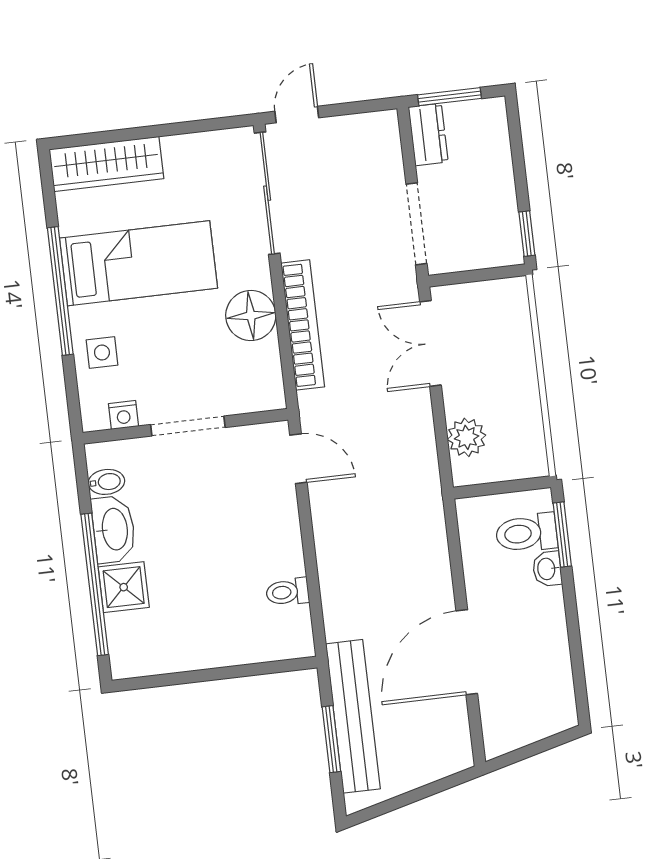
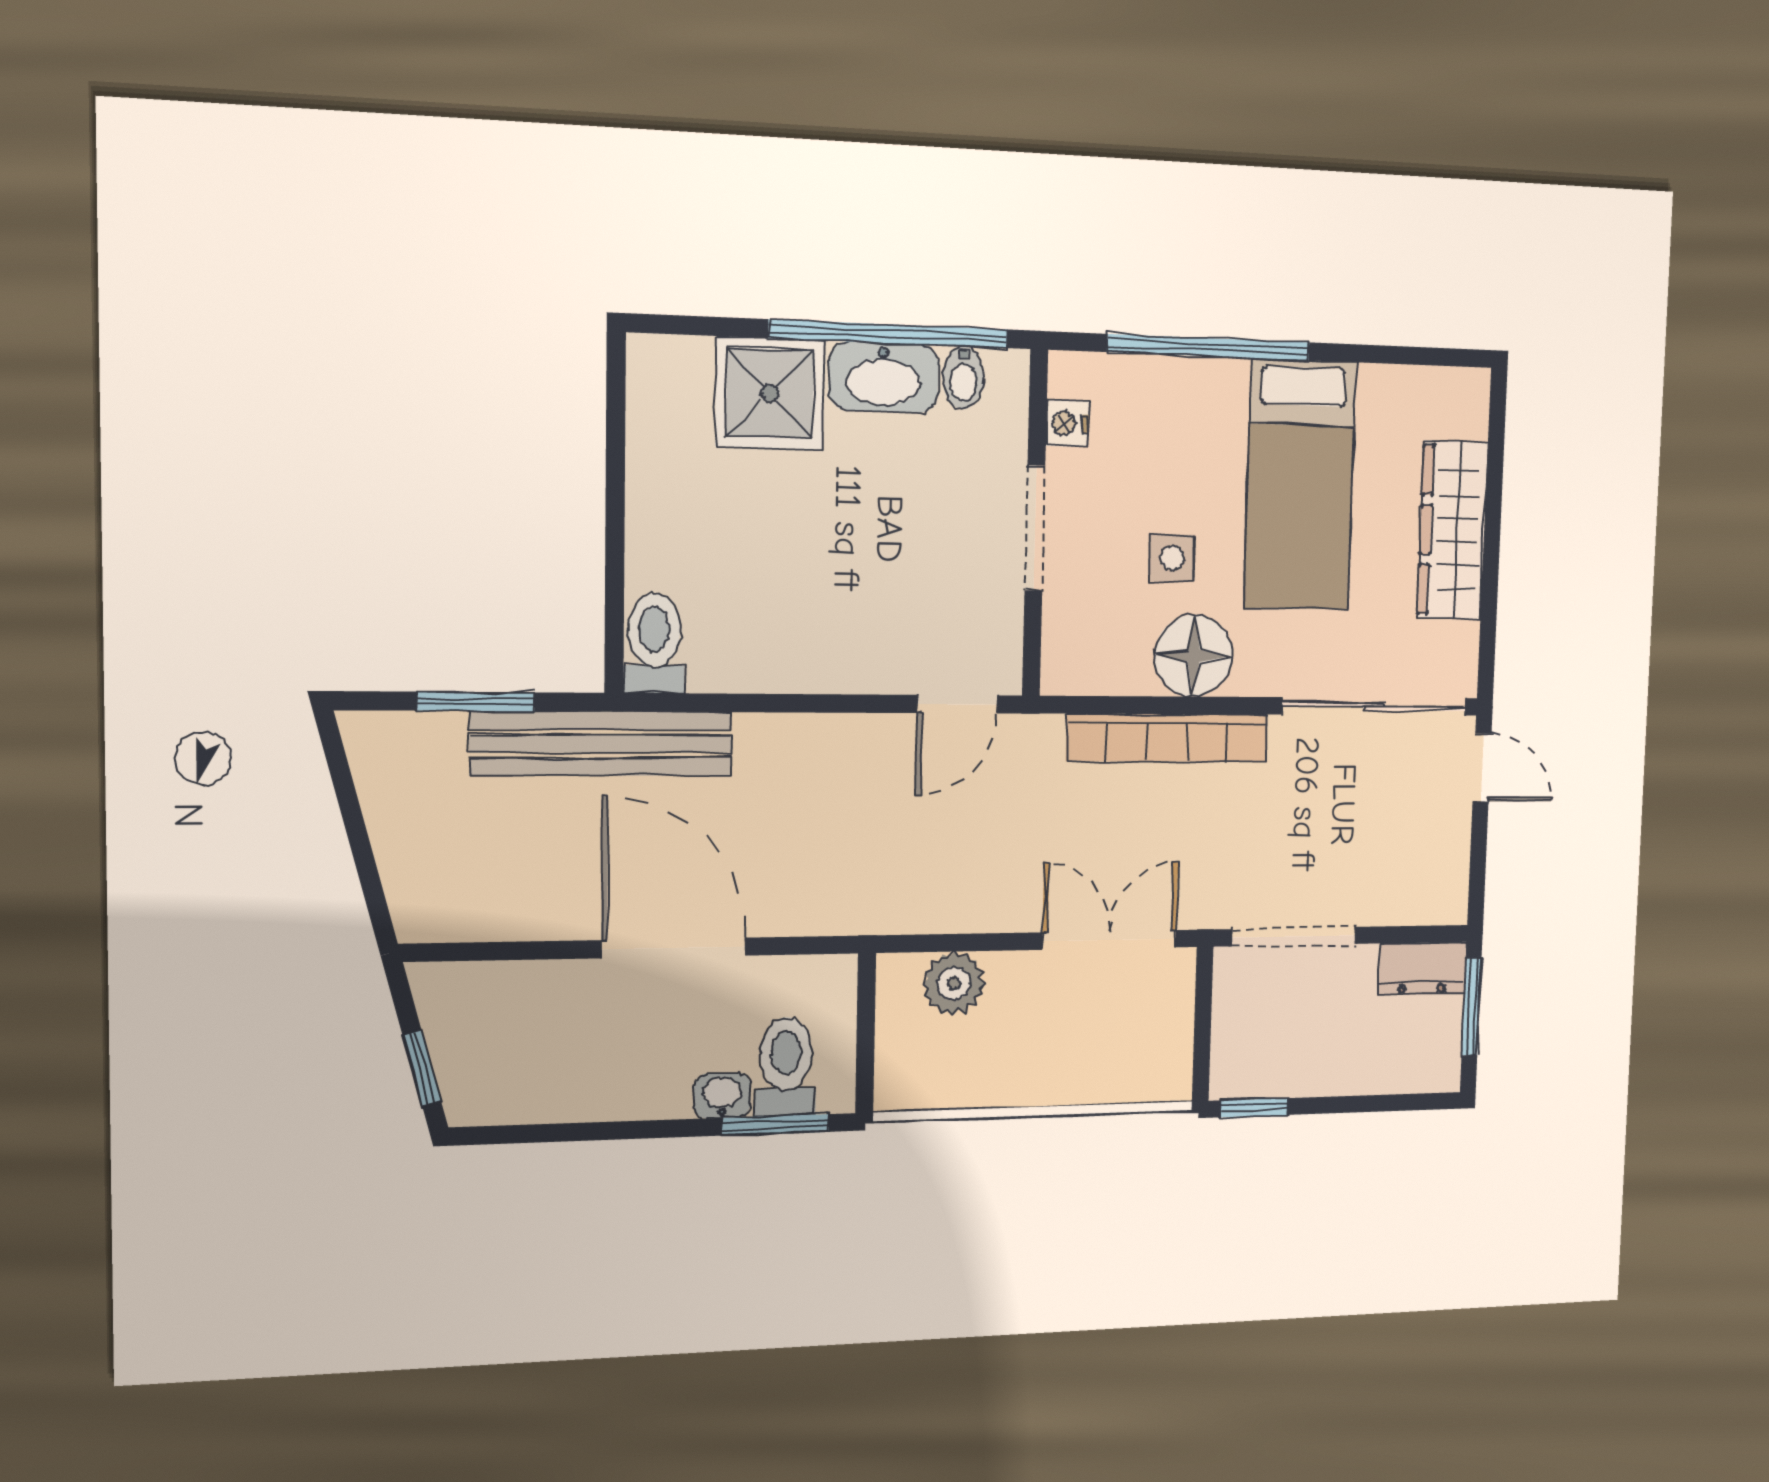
wardrobe: (106, 164) -> (1453, 530), moved
window: (60, 291) -> (1209, 347), moved
side table: (102, 353) -> (1172, 558), moved
window: (95, 584) -> (889, 334), moved
shower: (124, 587) -> (770, 393), width x1.36, depth x1.36
toilet: (287, 592) -> (654, 643), moved, width x1.37, depth x1.39
door: (467, 652) -> (674, 948), moved
bench: (353, 716) -> (602, 744), moved
window: (545, 744) -> (422, 1068), added

